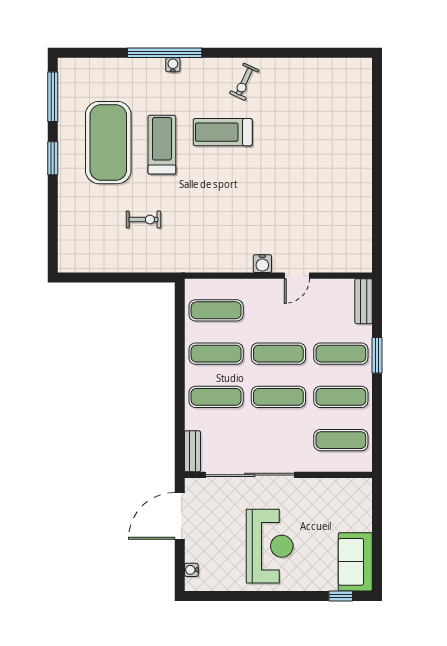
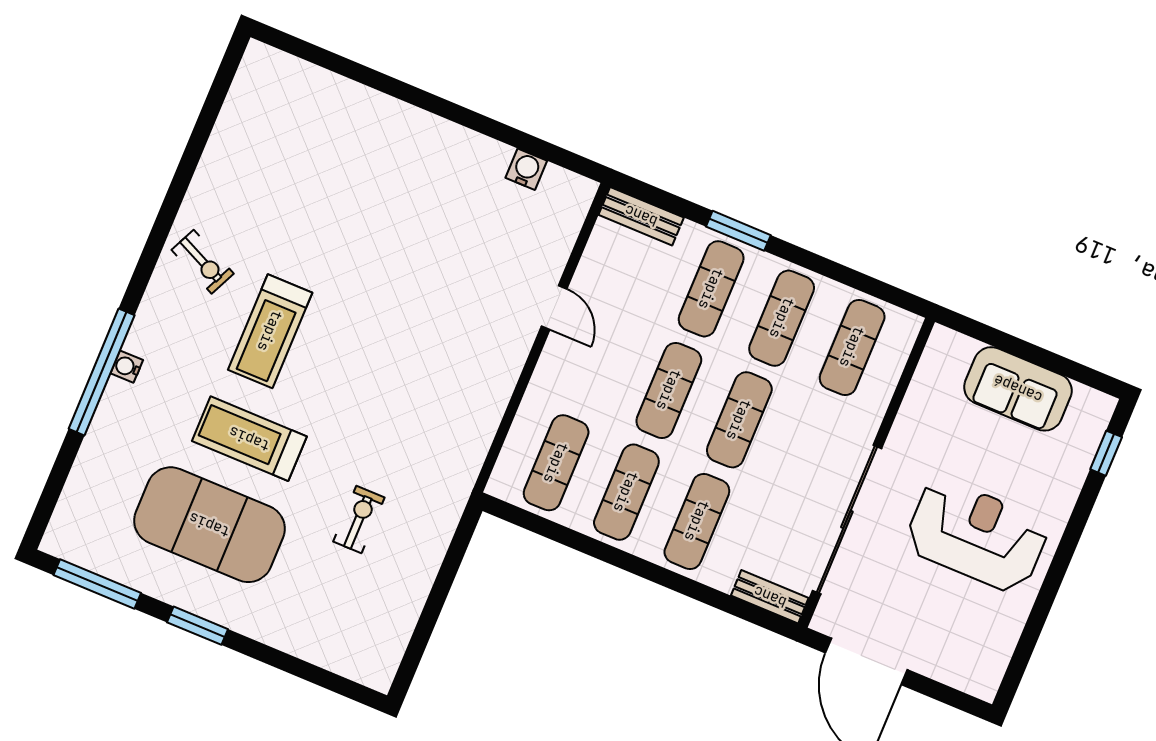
water cooler: (262, 264) -> (526, 169), moved, turned -90
sofa: (355, 562) -> (1018, 389), moved
water cooler: (191, 570) -> (962, 679), removed

